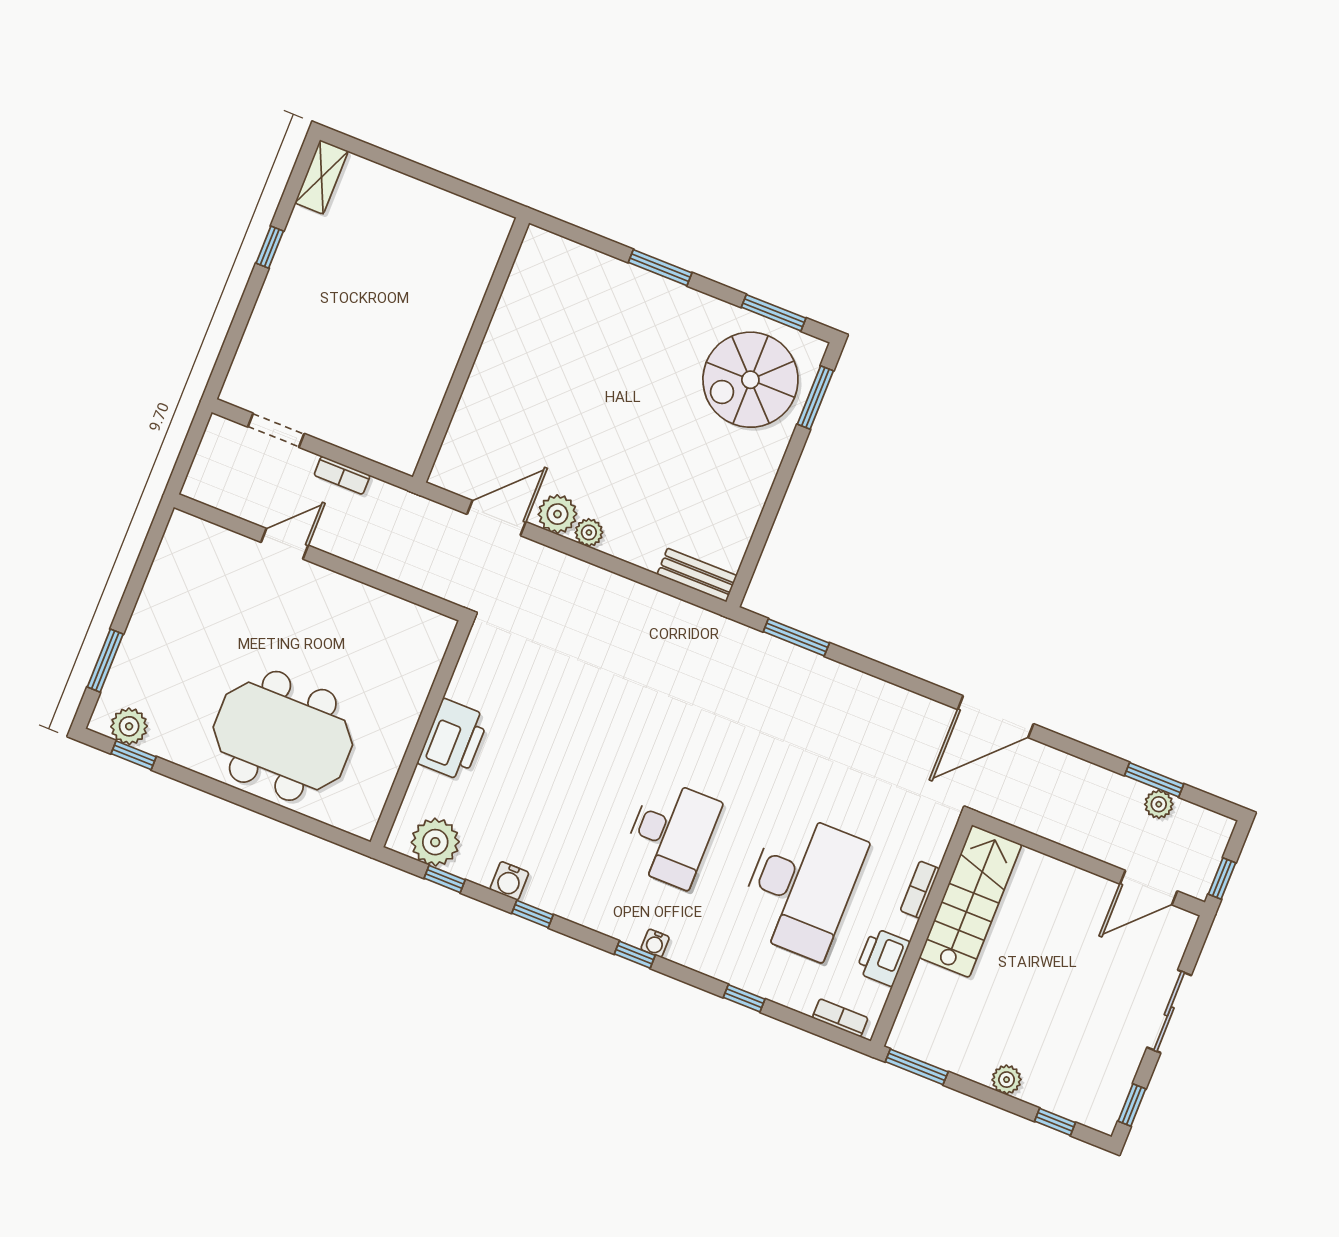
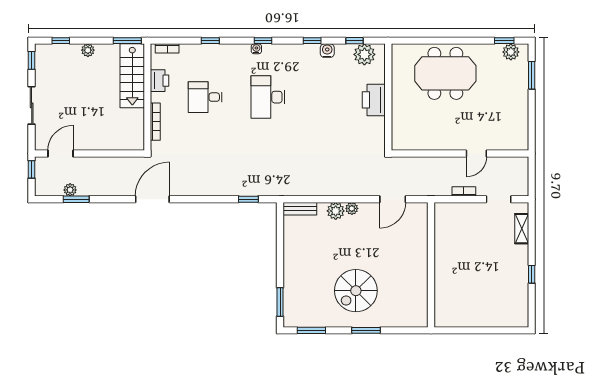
shelving: (322, 177) -> (522, 229), moved
spiral stairs: (750, 380) -> (356, 291), moved, turned 180
plant: (557, 514) -> (336, 211), moved
window: (796, 637) -> (248, 199), width x0.67
desk: (801, 885) -> (205, 97), width x0.53, depth x0.77
bookcase: (920, 890) -> (155, 122), width x1.56
stairs: (971, 901) -> (132, 76), moved

